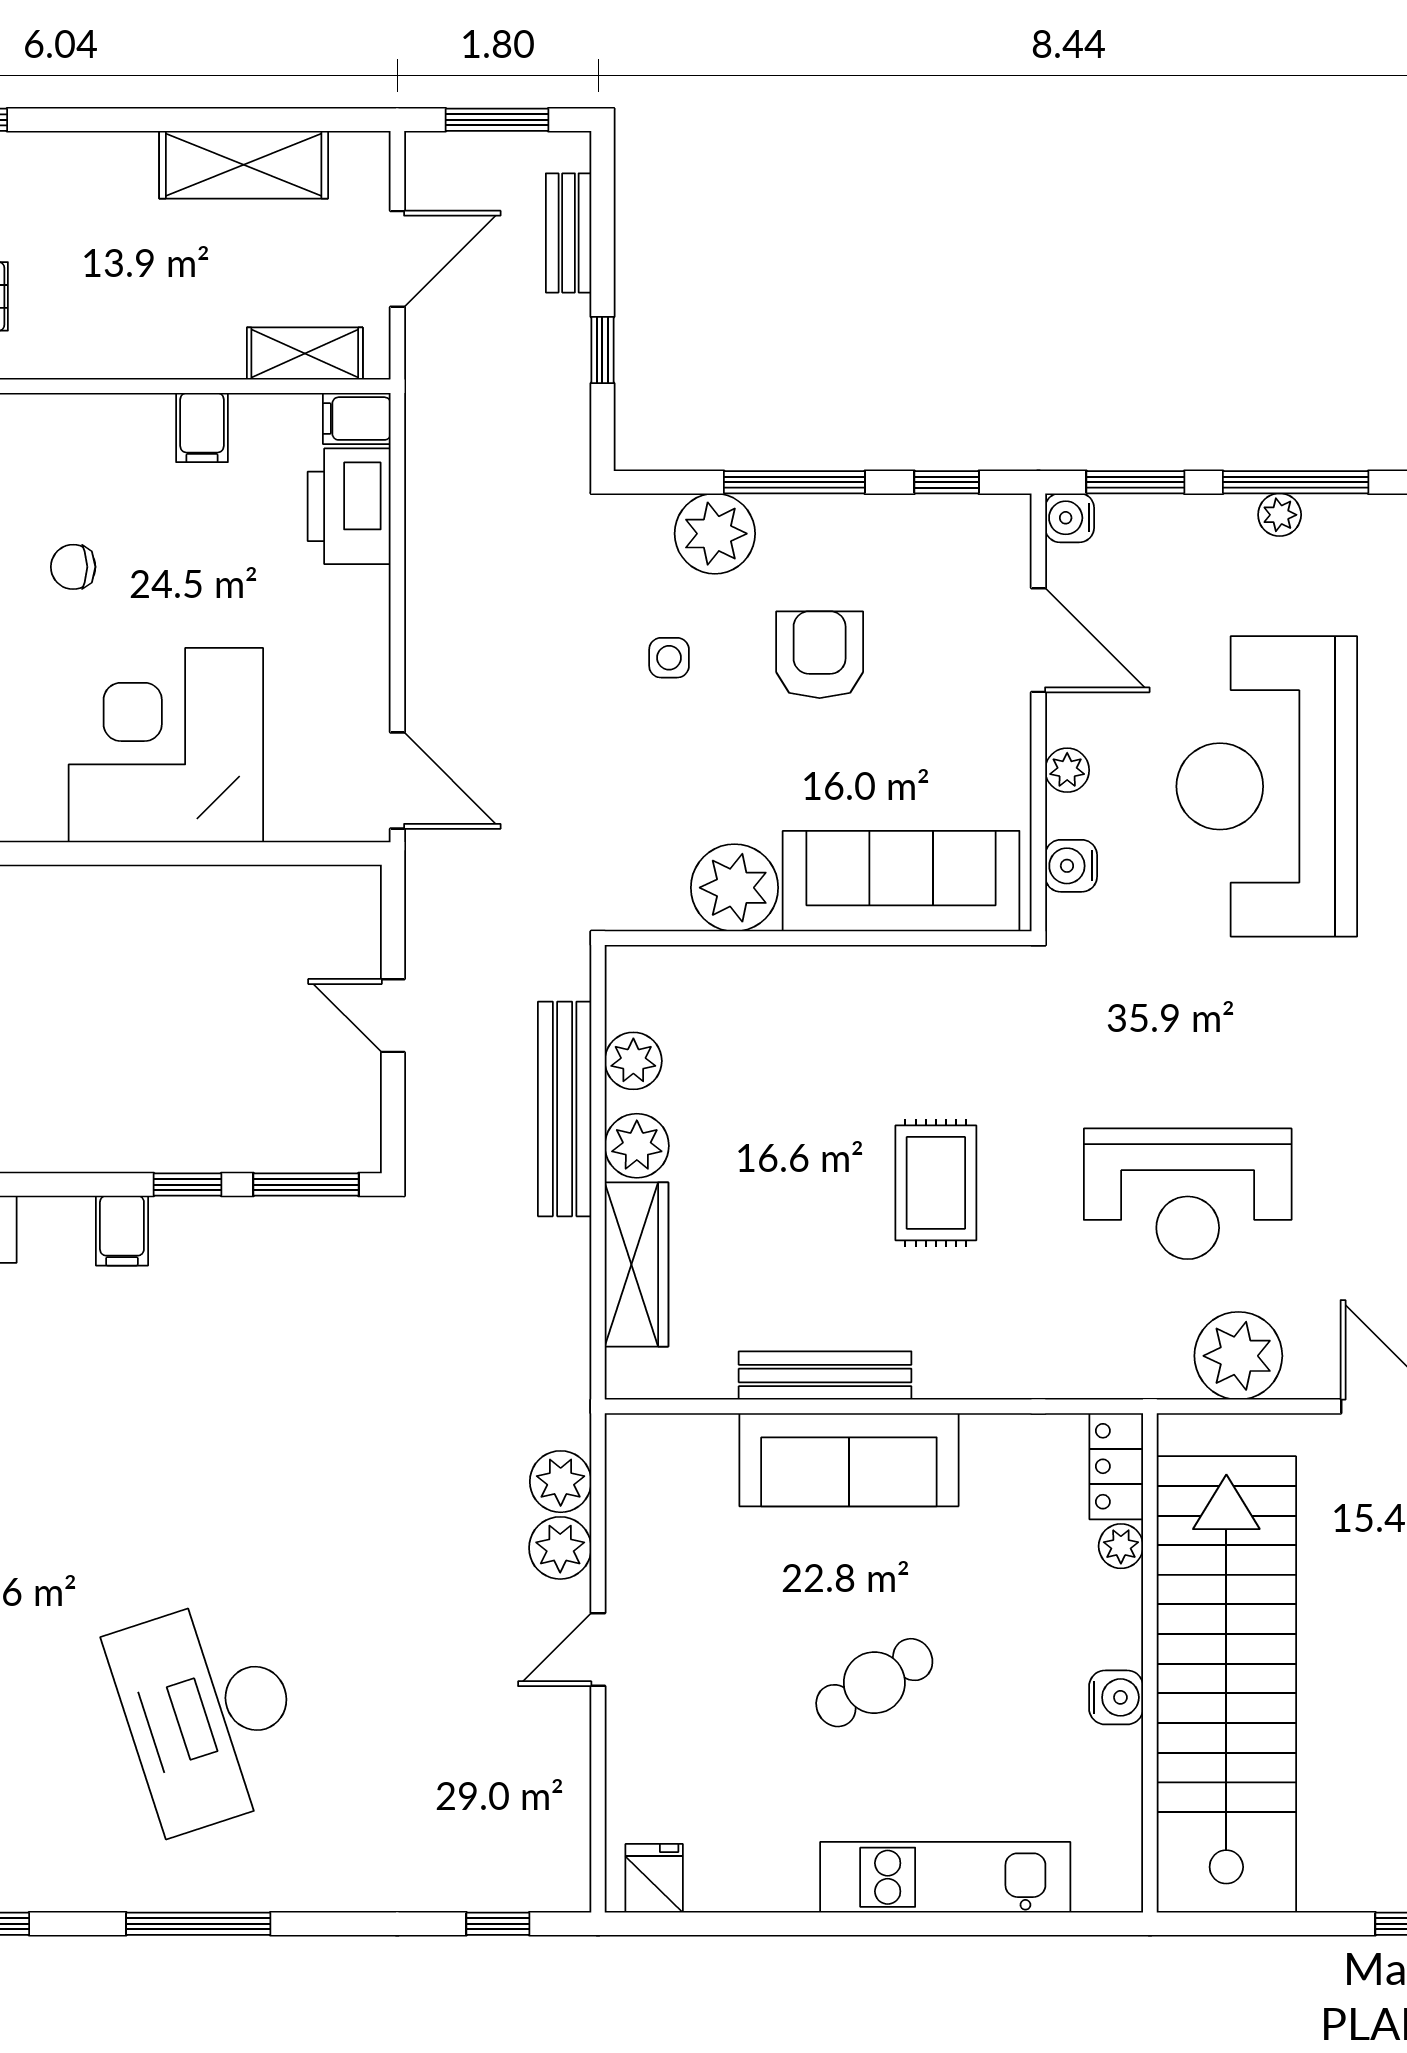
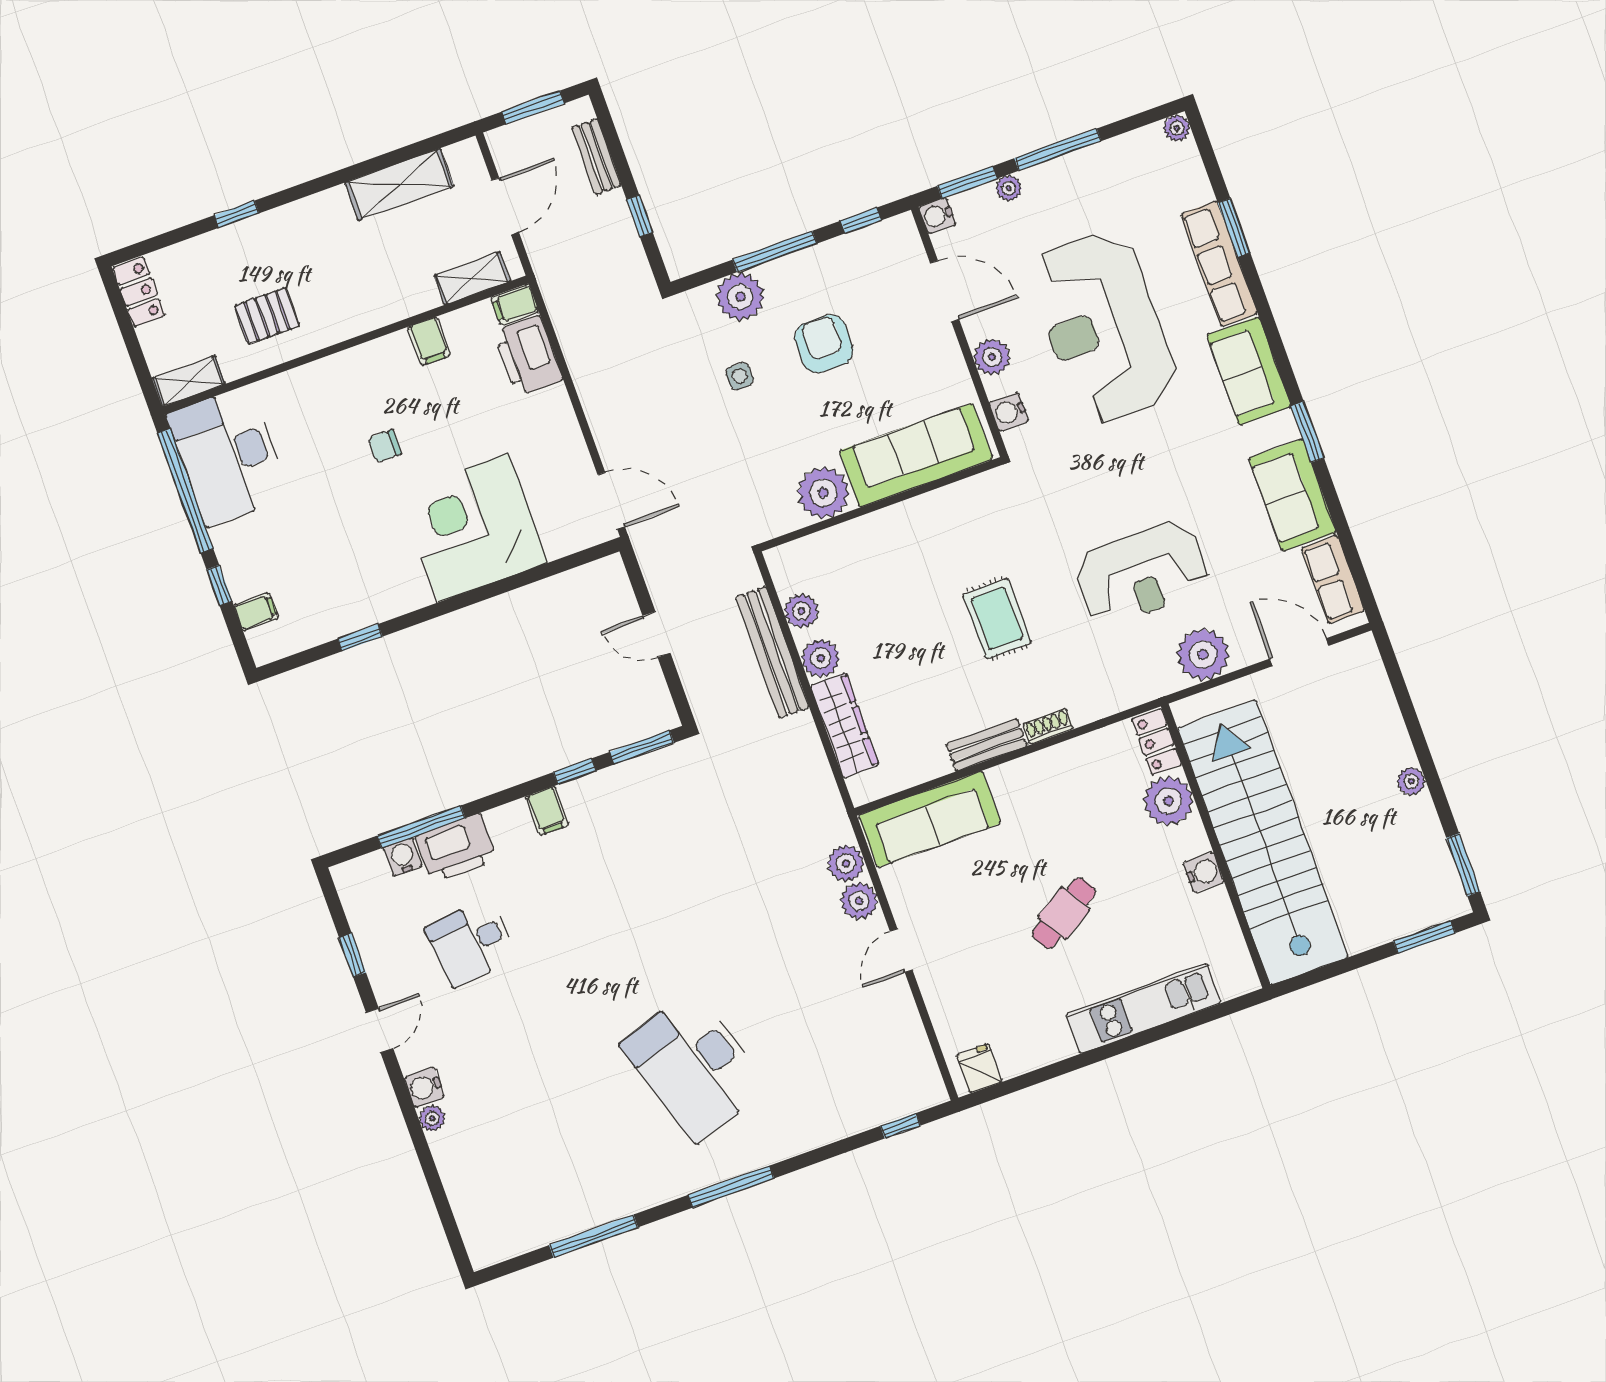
plant: (1280, 515) -> (1009, 188), moved
plant: (1067, 770) -> (992, 357), width x1.38, depth x1.38
bench: (825, 1376) -> (987, 745), width x0.73
shoe rack: (955, 1381) -> (1048, 726), added
sofa: (849, 1460) -> (930, 819), moved
plant: (1121, 1546) -> (1168, 801), width x1.87, depth x1.87

